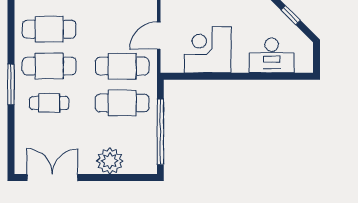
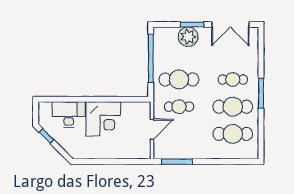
window: (291, 15) -> (46, 136), moved
corner desk: (208, 50) -> (103, 119), moved
cafe table: (122, 66) -> (179, 107), width x0.73, depth x0.74
window: (104, 178) -> (192, 25), added

